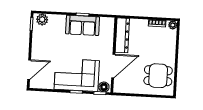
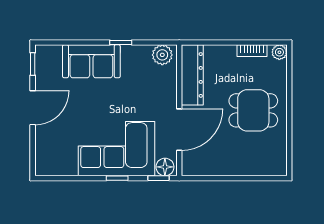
plant: (42, 19) -> (162, 55), moved
sofa: (83, 25) -> (91, 61), moved
door: (29, 70) -> (33, 108), moved
dining table: (158, 76) -> (253, 110), moved

